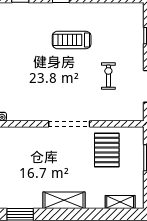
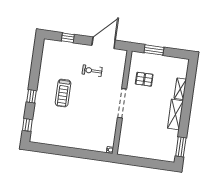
pallet: (107, 150) -> (144, 79), width x0.67, depth x0.71
shelving: (120, 202) -> (180, 89), moved

